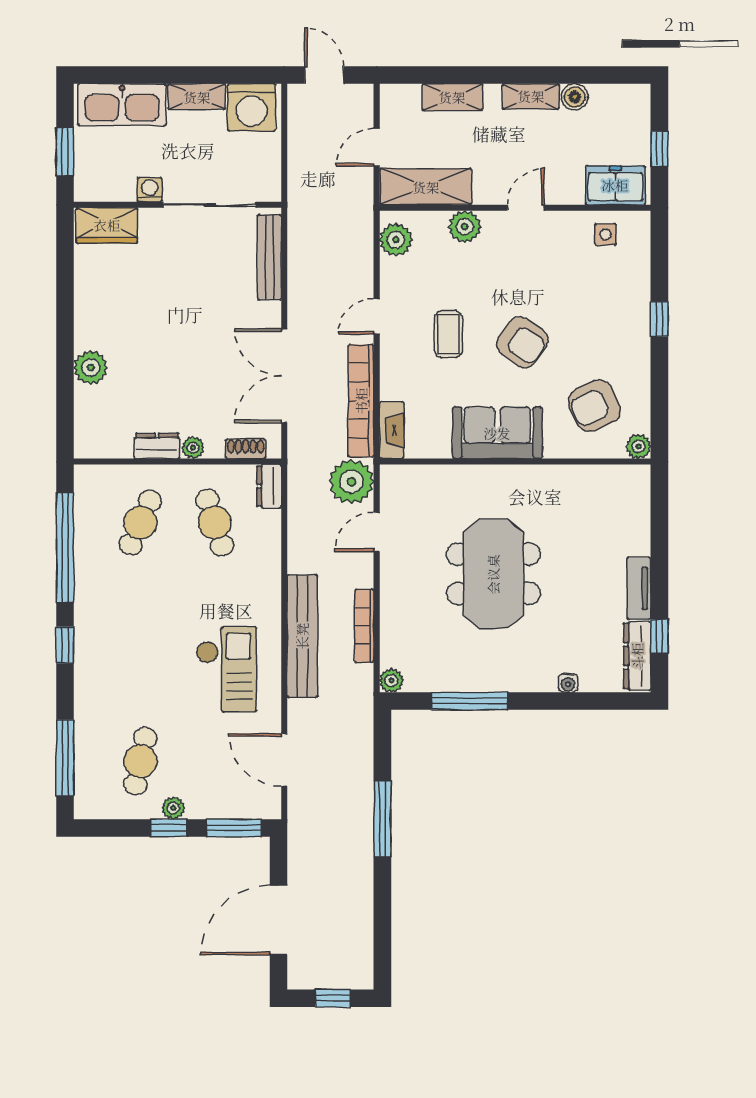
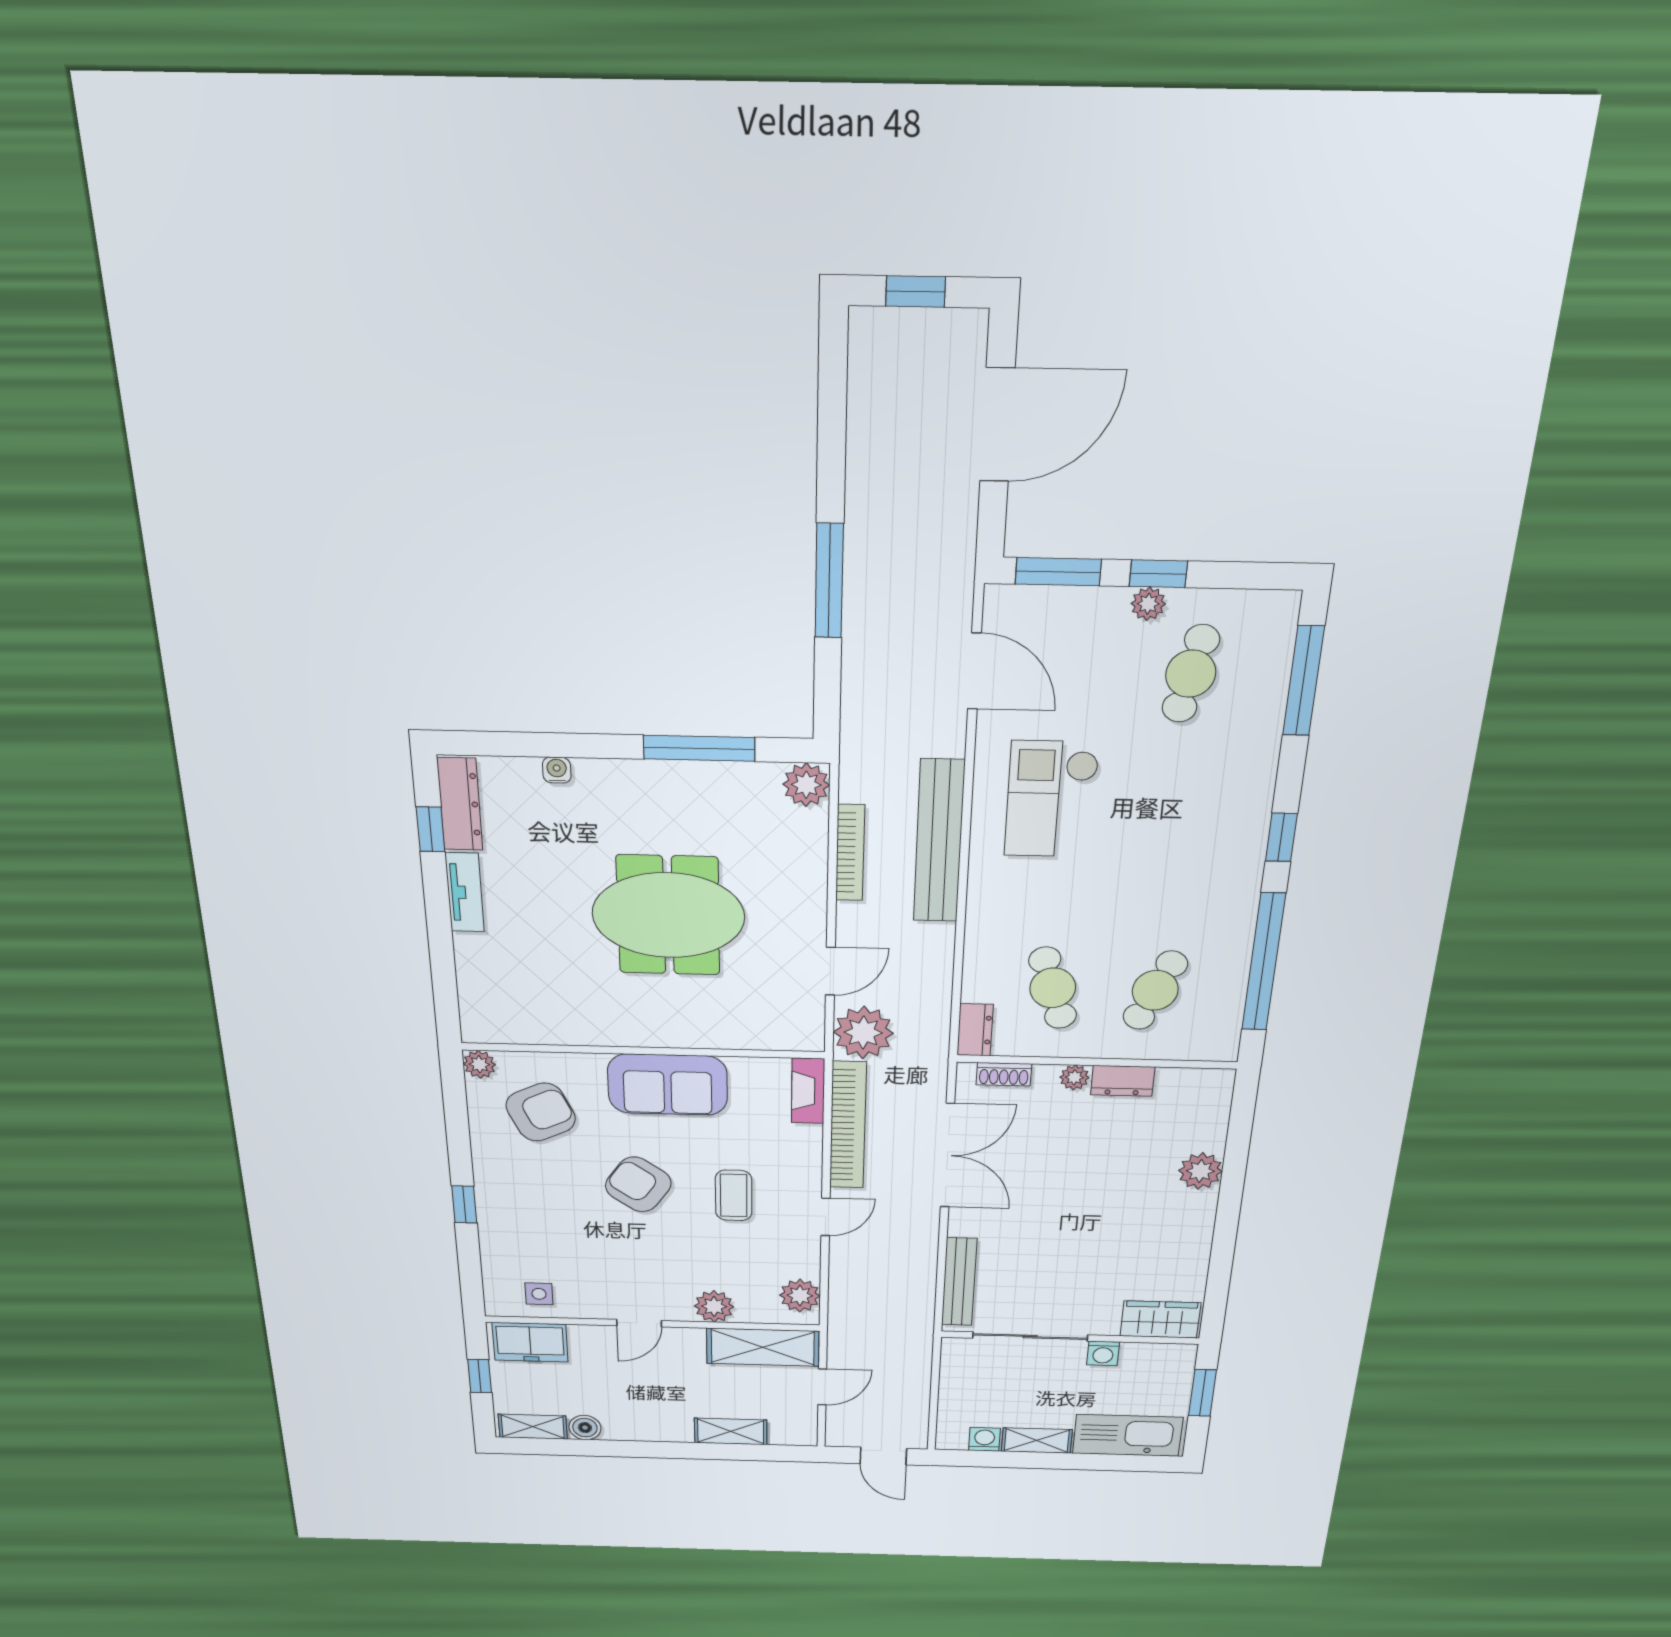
shelving: (531, 96) -> (533, 1427), moved
washing machine: (251, 107) -> (984, 1439), width x0.53, depth x0.53
meeting table: (493, 574) -> (668, 915), turned 90
plant: (391, 681) -> (806, 785), width x1.38, depth x1.38

